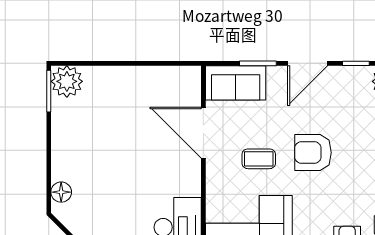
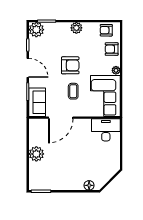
plant: (67, 81) -> (36, 154), moved
armchair: (313, 153) -> (70, 65), turned -90

